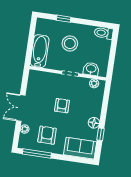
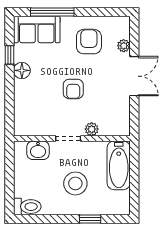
plant: (94, 83) -> (92, 129), moved
armchair: (47, 135) -> (89, 42), turned 180
window: (37, 154) -> (52, 12), moved

